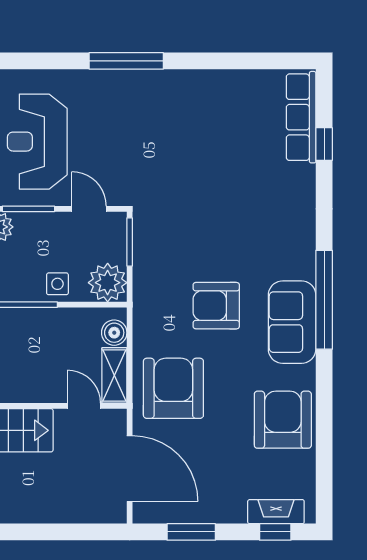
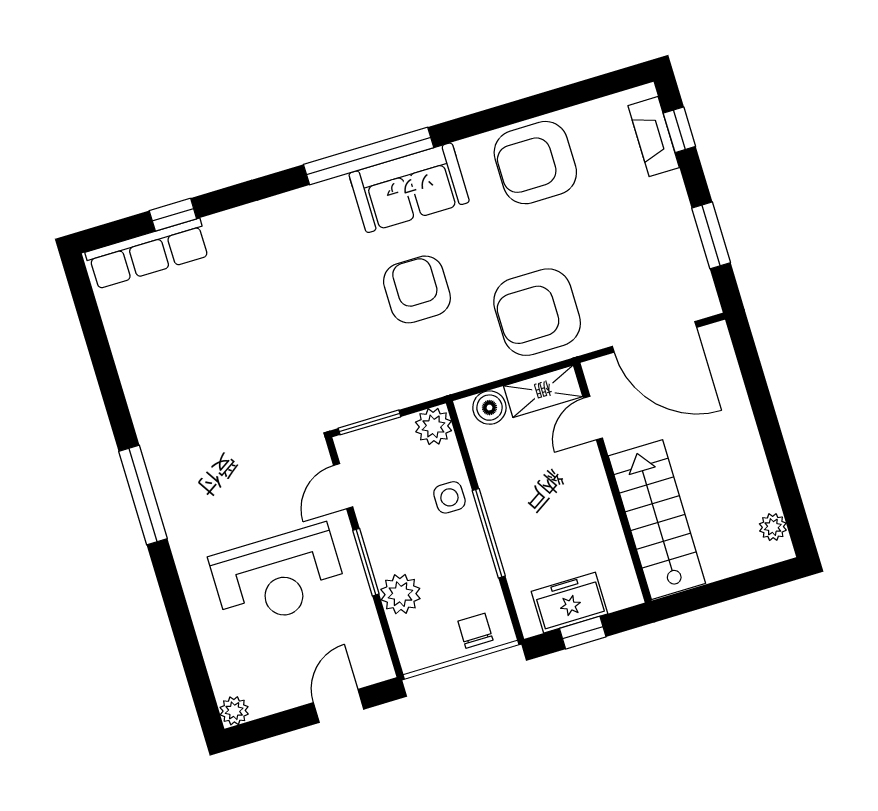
plant: (108, 283) -> (433, 426), width x0.73, depth x0.73
armchair: (216, 306) -> (417, 289), turned 180
door: (130, 468) -> (655, 337), swing flipped

